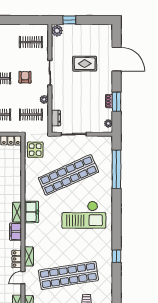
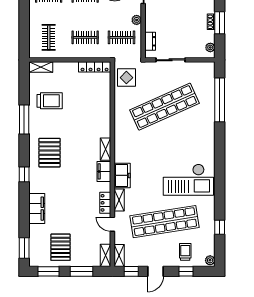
freezer: (31, 212) -> (122, 175), moved
checkout: (84, 215) -> (188, 180), moved
window: (117, 256) -> (220, 227), moved
door: (23, 278) -> (112, 224), hinge flipped

